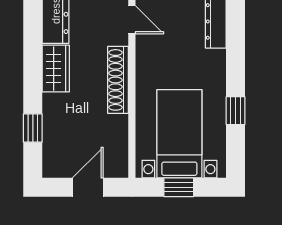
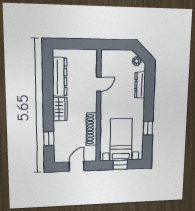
door: (132, 20) -> (99, 84), hinge flipped
shoe rack: (118, 80) -> (91, 129), moved

